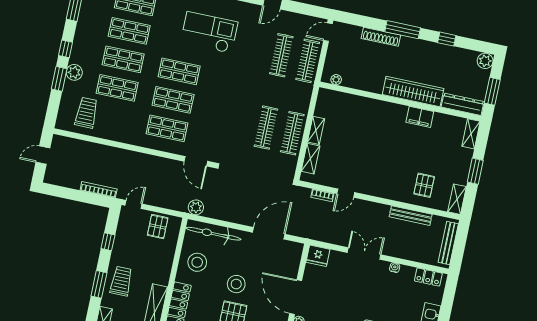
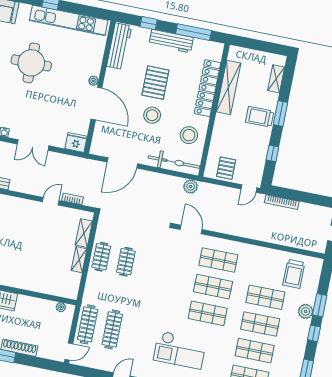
clothes rail: (266, 128) -> (126, 262), width x0.73
clothes rail: (292, 133) -> (101, 257), width x0.73
trolley: (121, 281) -> (260, 117), turned 90

